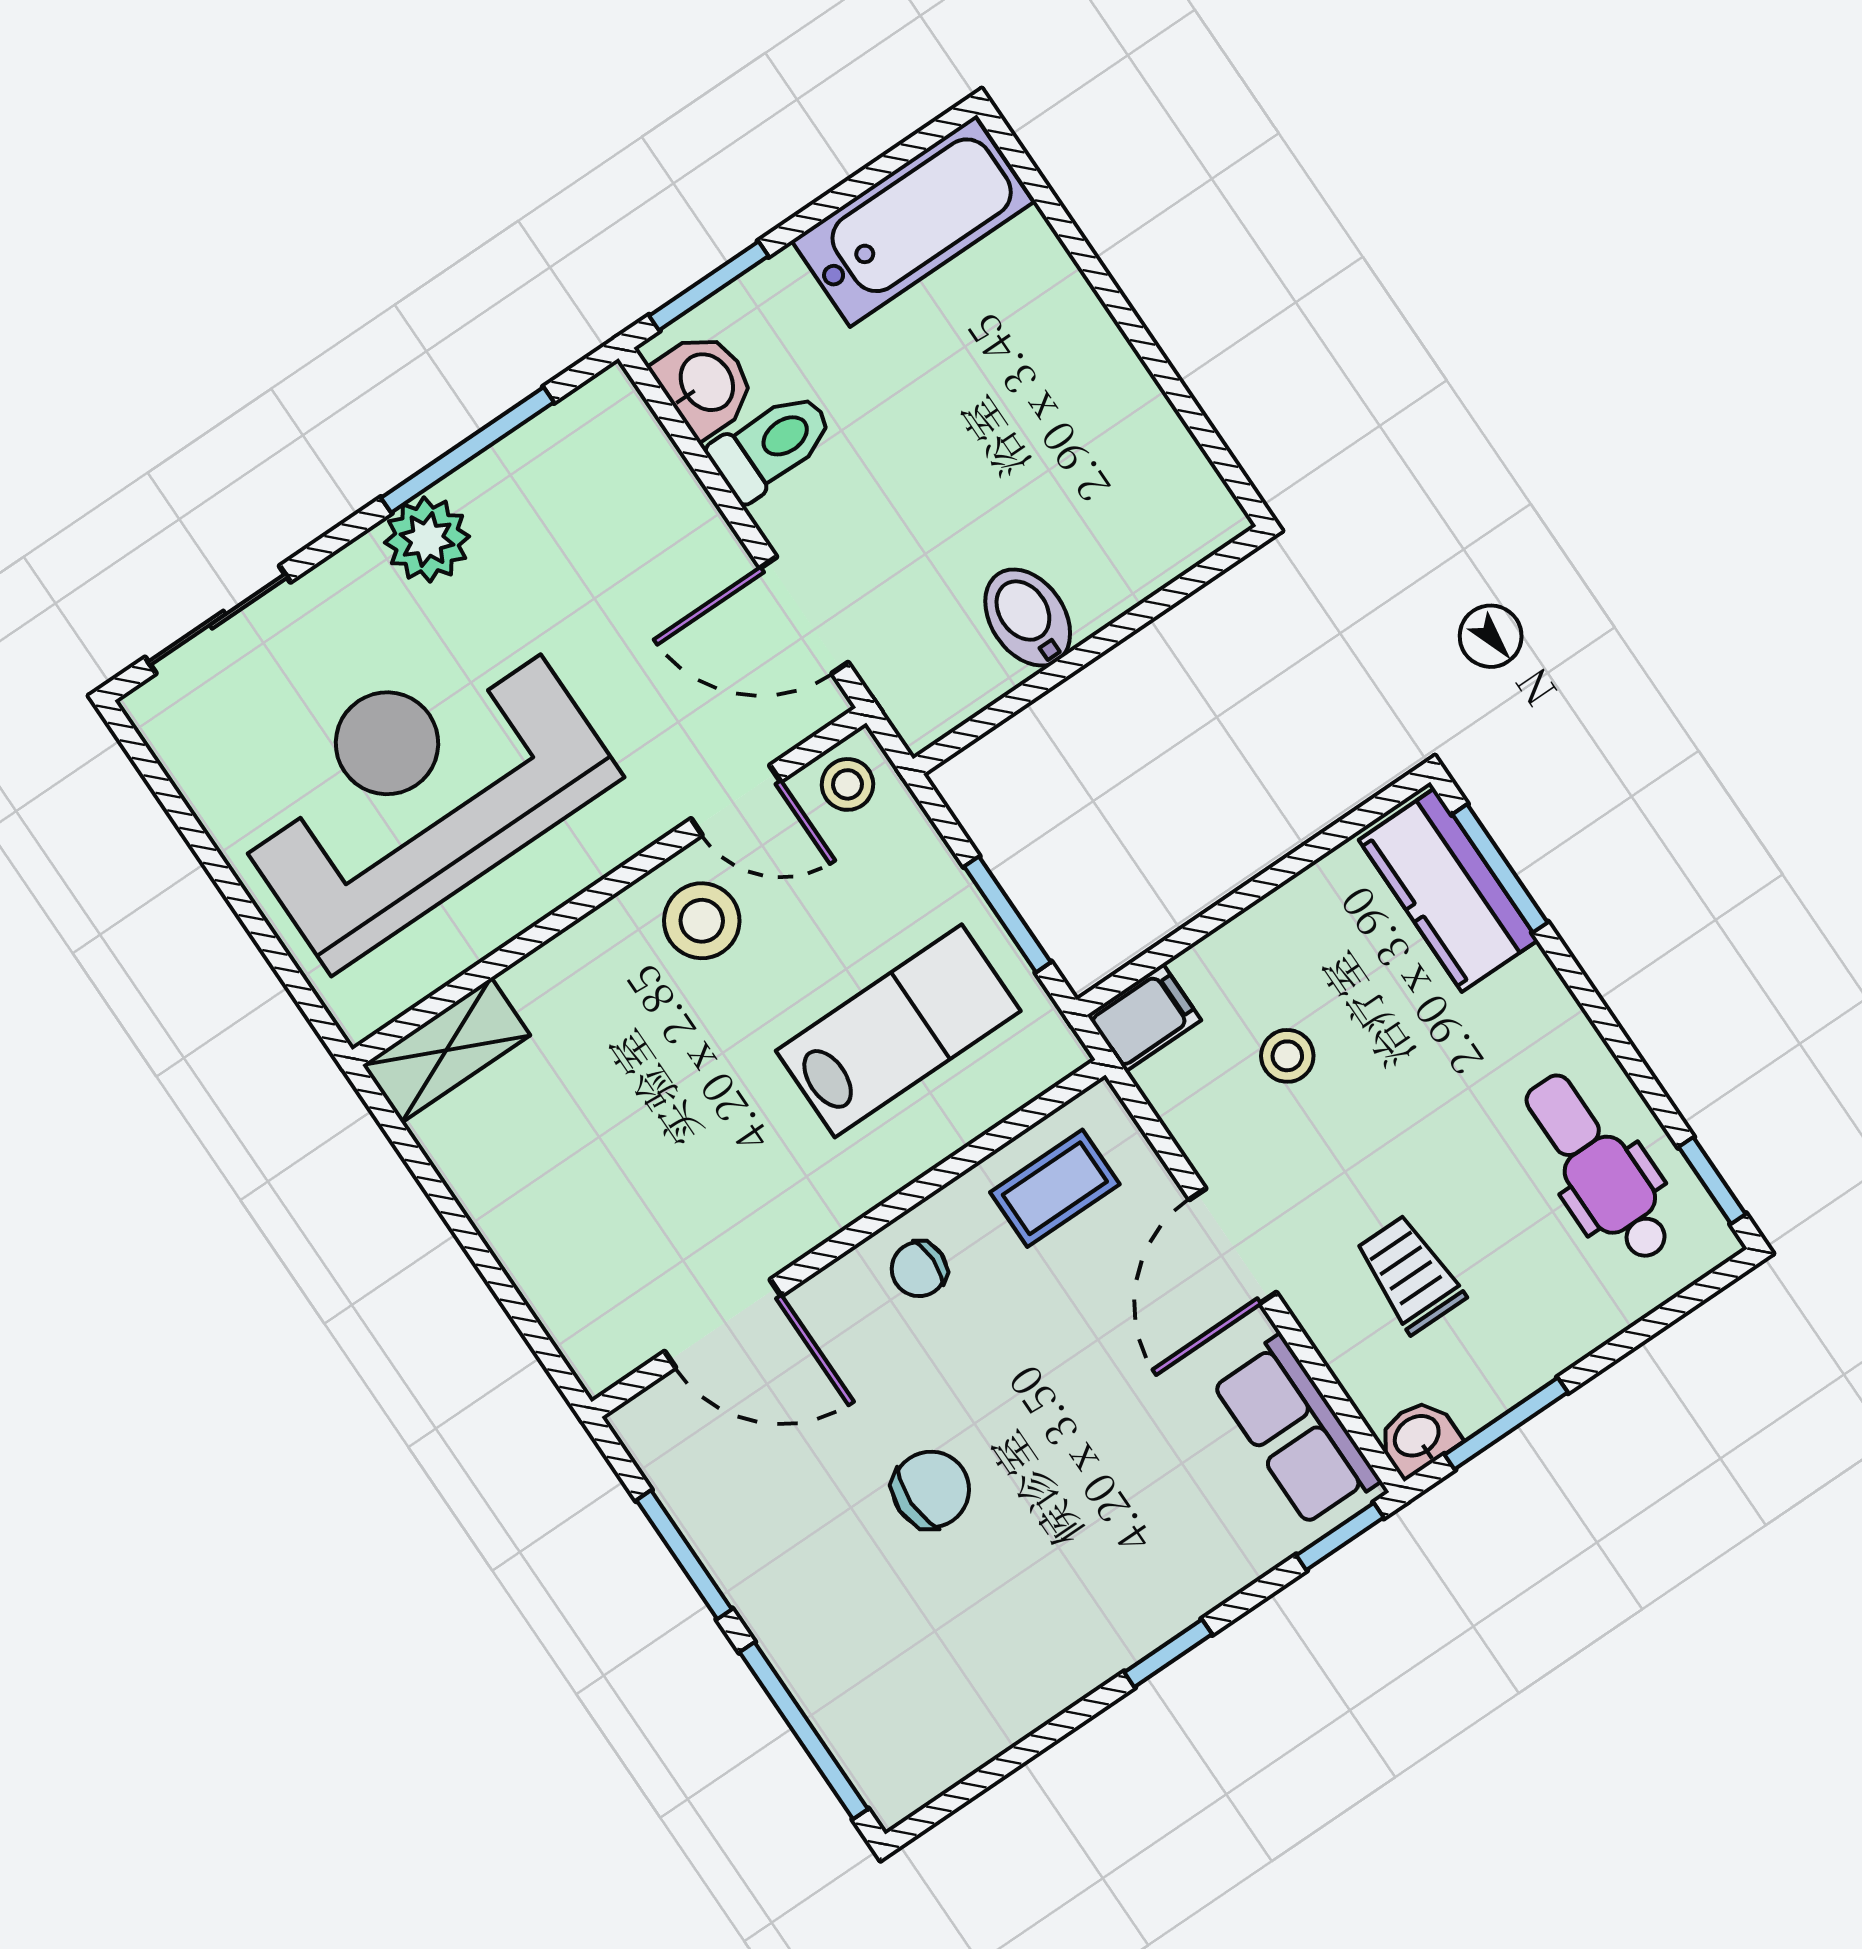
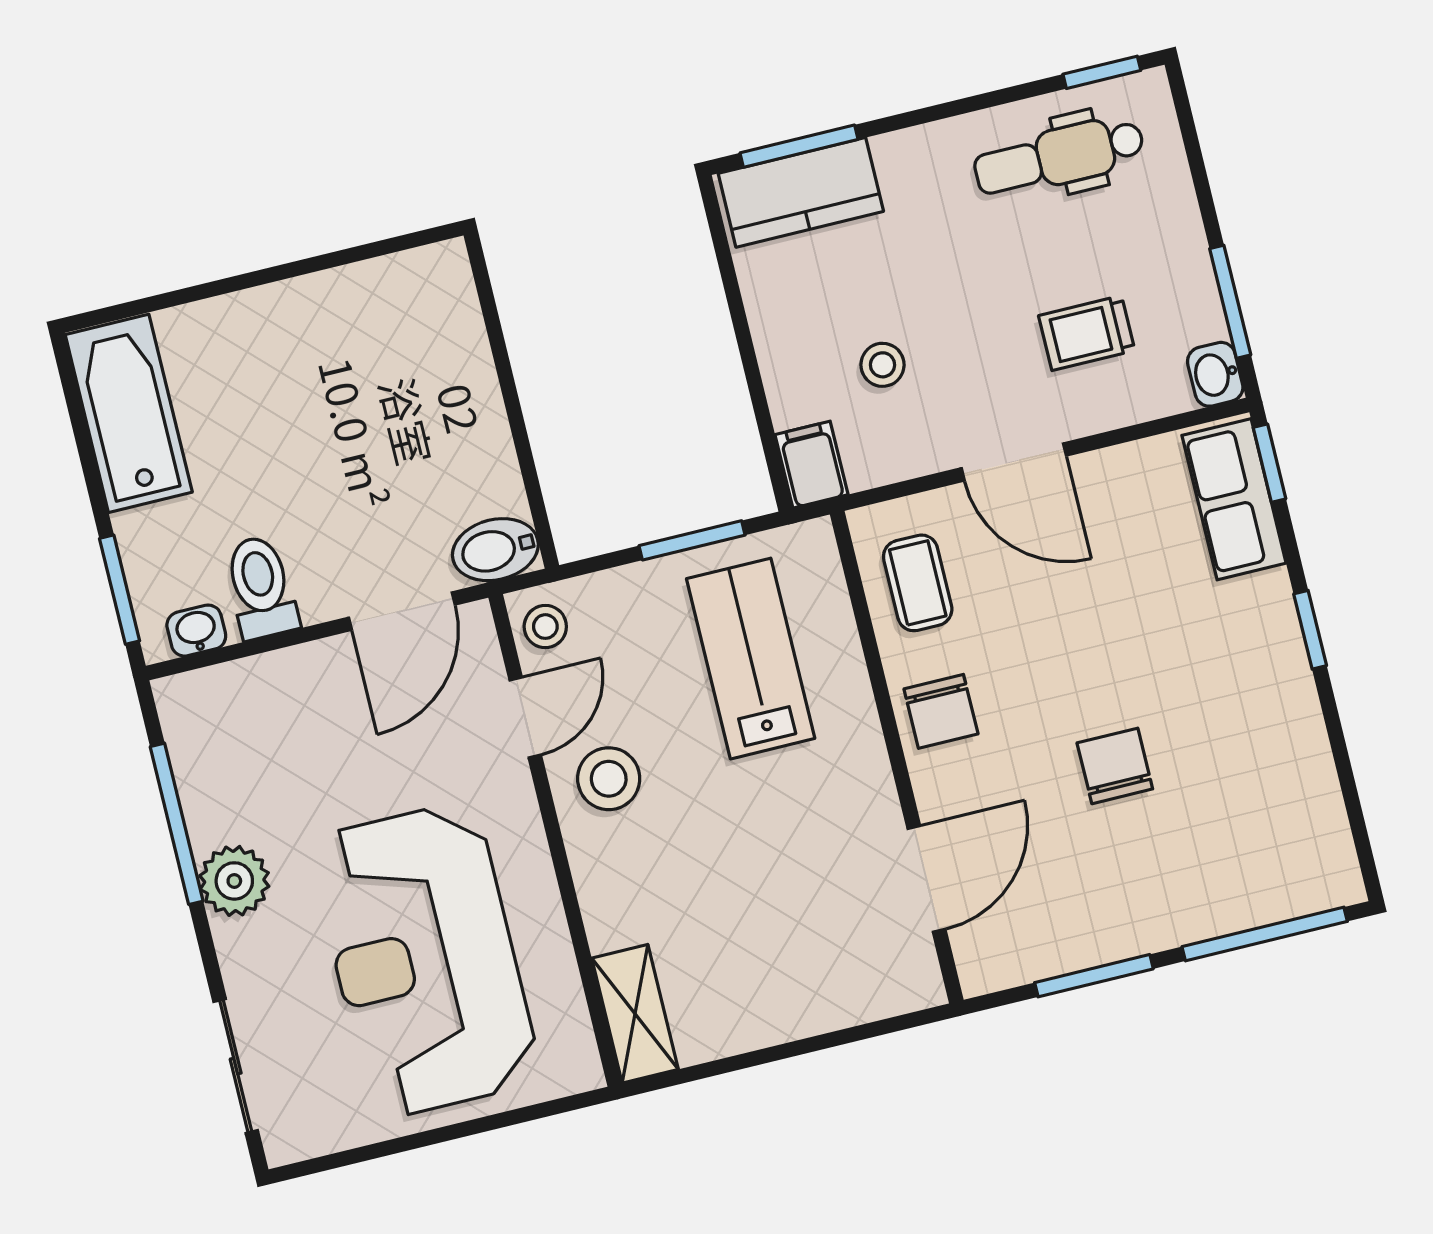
washbasin: (705, 383) -> (196, 631), width x0.72, depth x0.69
bidet: (1028, 618) -> (495, 550), moved
chair: (919, 1269) -> (941, 711), width x1.37, depth x1.37
row of seats: (1296, 1431) -> (1234, 499), moved, turned 90

